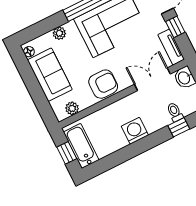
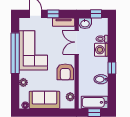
armchair: (103, 84) -> (65, 72), turned 180
window: (179, 127) -> (112, 68), moved
washing machine: (135, 131) -> (101, 50), moved
bidet: (118, 139) -> (101, 79), added

